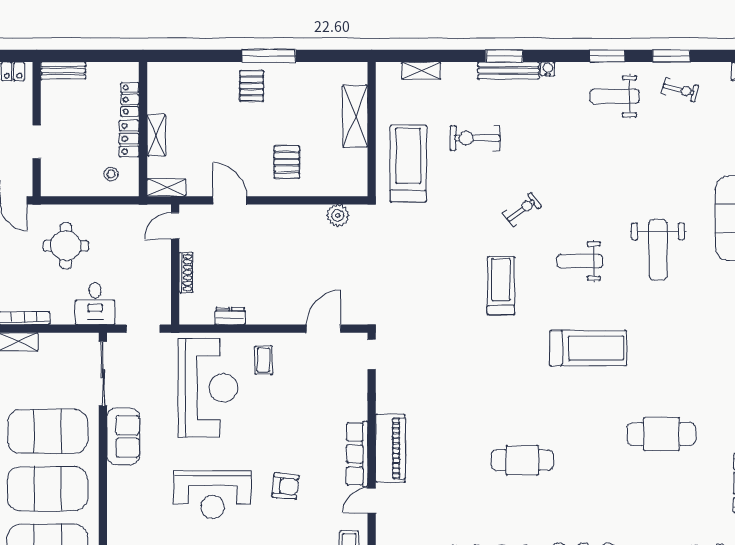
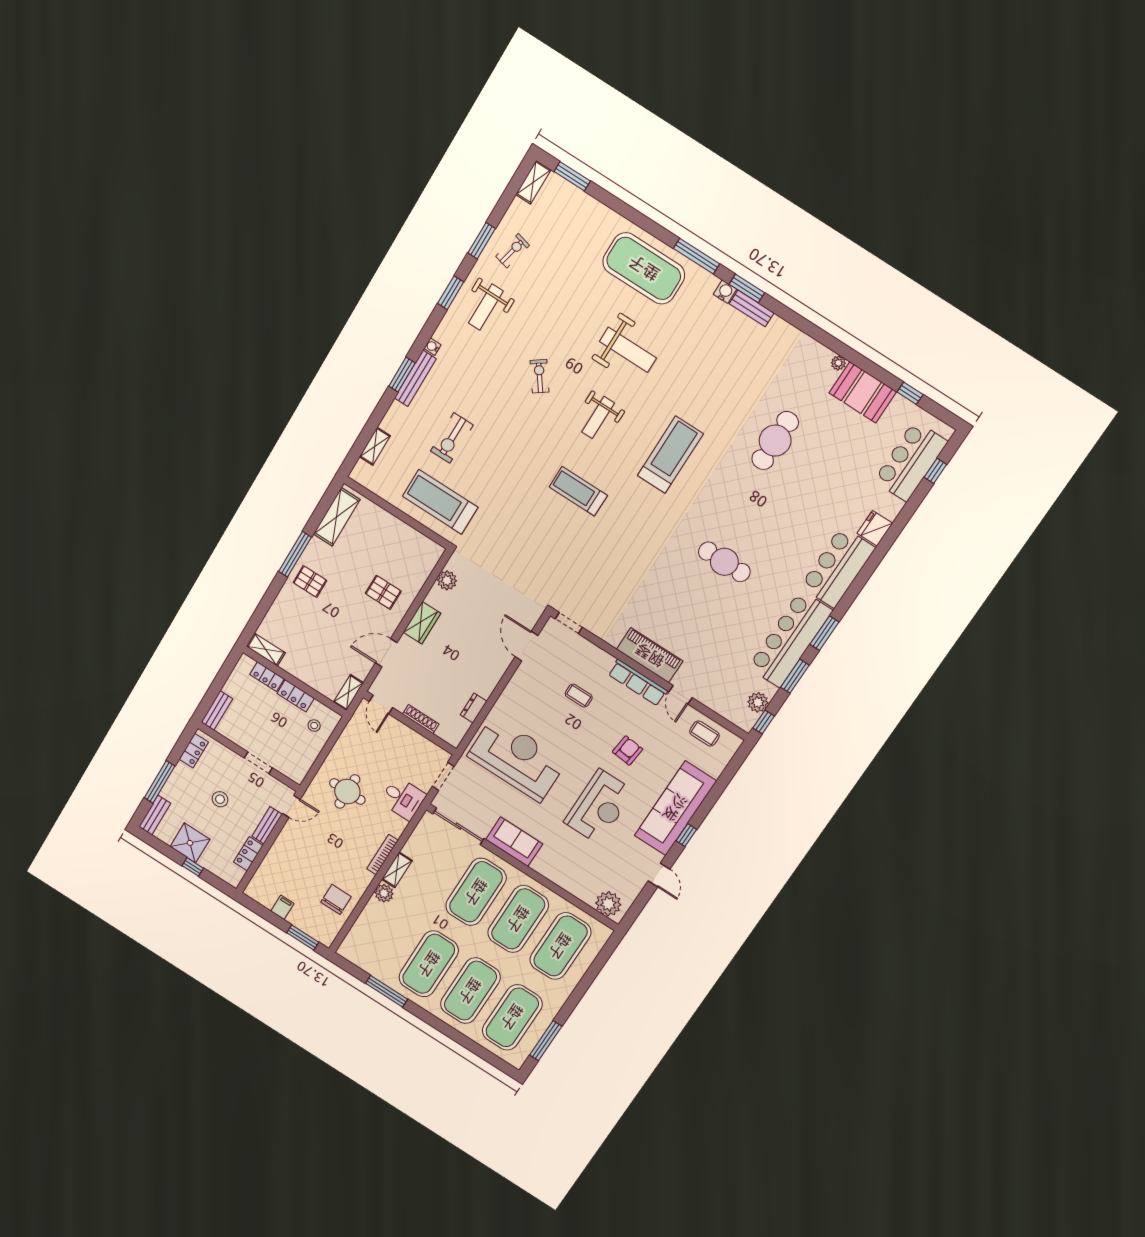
shelving: (355, 116) -> (337, 517), moved, turned 90
shelving: (156, 135) -> (266, 650), moved
exercise bike: (522, 210) -> (540, 376), moved
wardrobe: (281, 217) -> (422, 623), added
coffee table: (264, 360) -> (579, 696), moved
cafe table: (522, 460) -> (724, 562), turned 90

